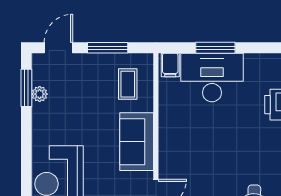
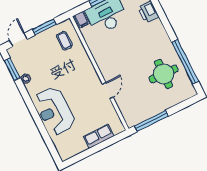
plant: (40, 94) -> (26, 79), moved
sofa: (137, 142) -> (84, 69), removed

